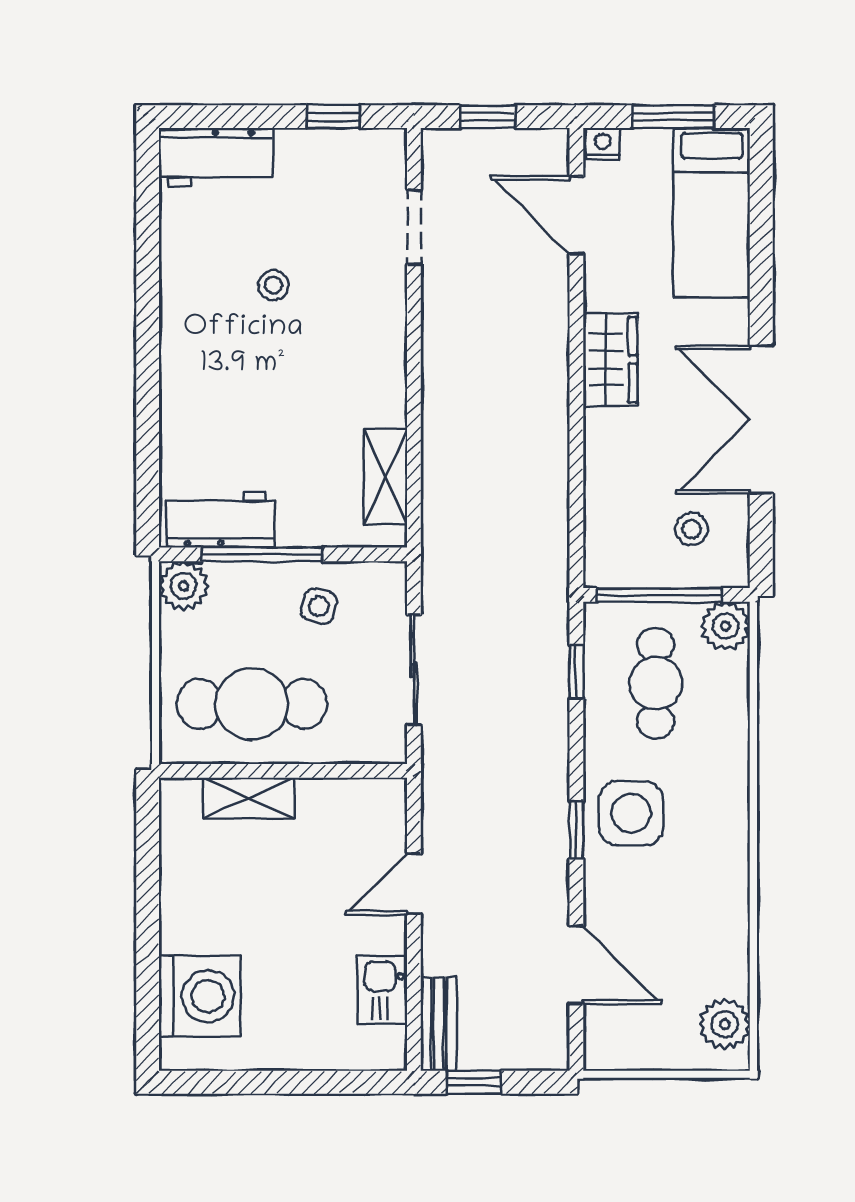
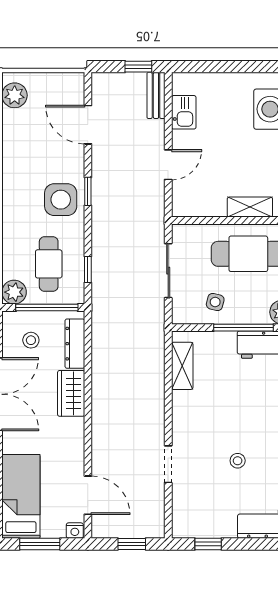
doorway: (414, 227) -> (168, 464), moved
wardrobe: (610, 360) -> (71, 393), moved
dresser: (603, 522) -> (75, 344), added

